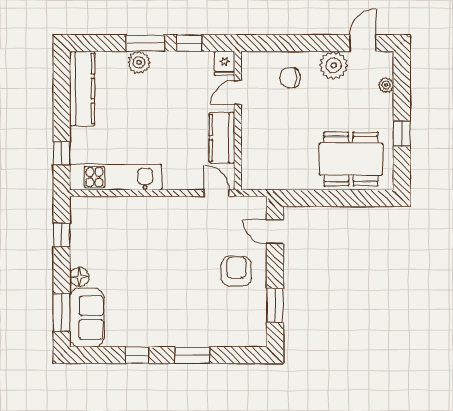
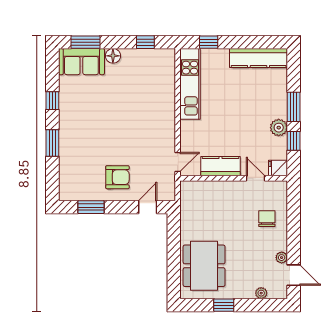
plant: (139, 62) -> (279, 128), moved
plant: (334, 65) -> (282, 258), width x0.53, depth x0.53

